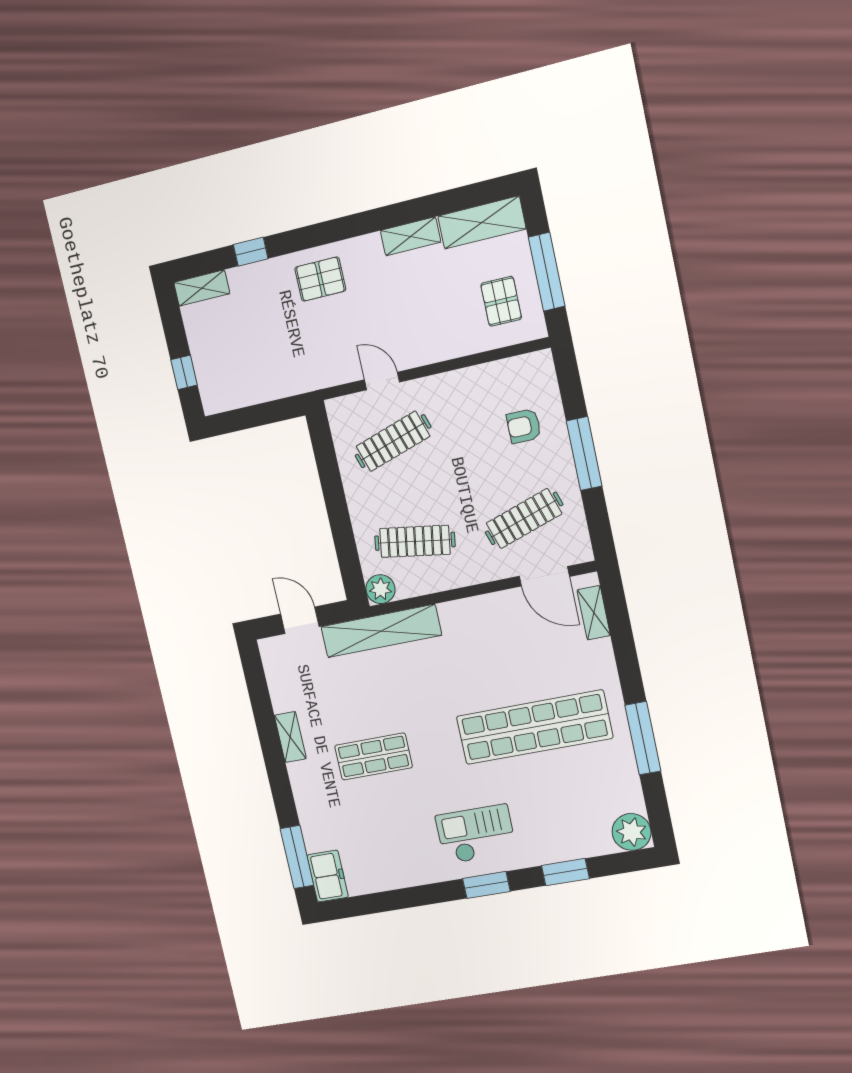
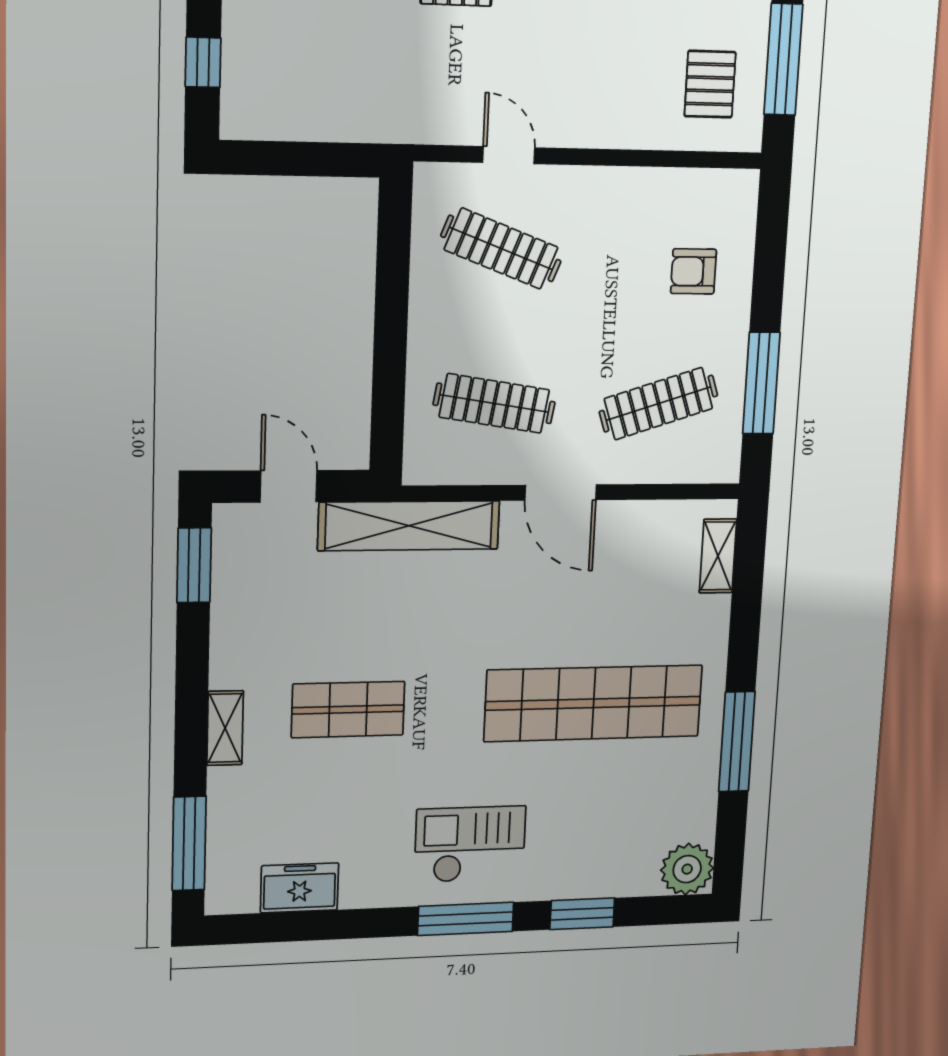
clothes rail: (393, 441) -> (501, 249), turned 39
window: (584, 453) -> (761, 383), moved
door: (544, 576) -> (561, 492), moved
plant: (380, 589) -> (425, 463), removed
window: (256, 680) -> (194, 565), added
shelving: (290, 737) -> (225, 728), moved
freezer: (328, 876) -> (300, 888), moved, turned -90
window: (486, 885) -> (466, 919), width x1.44

